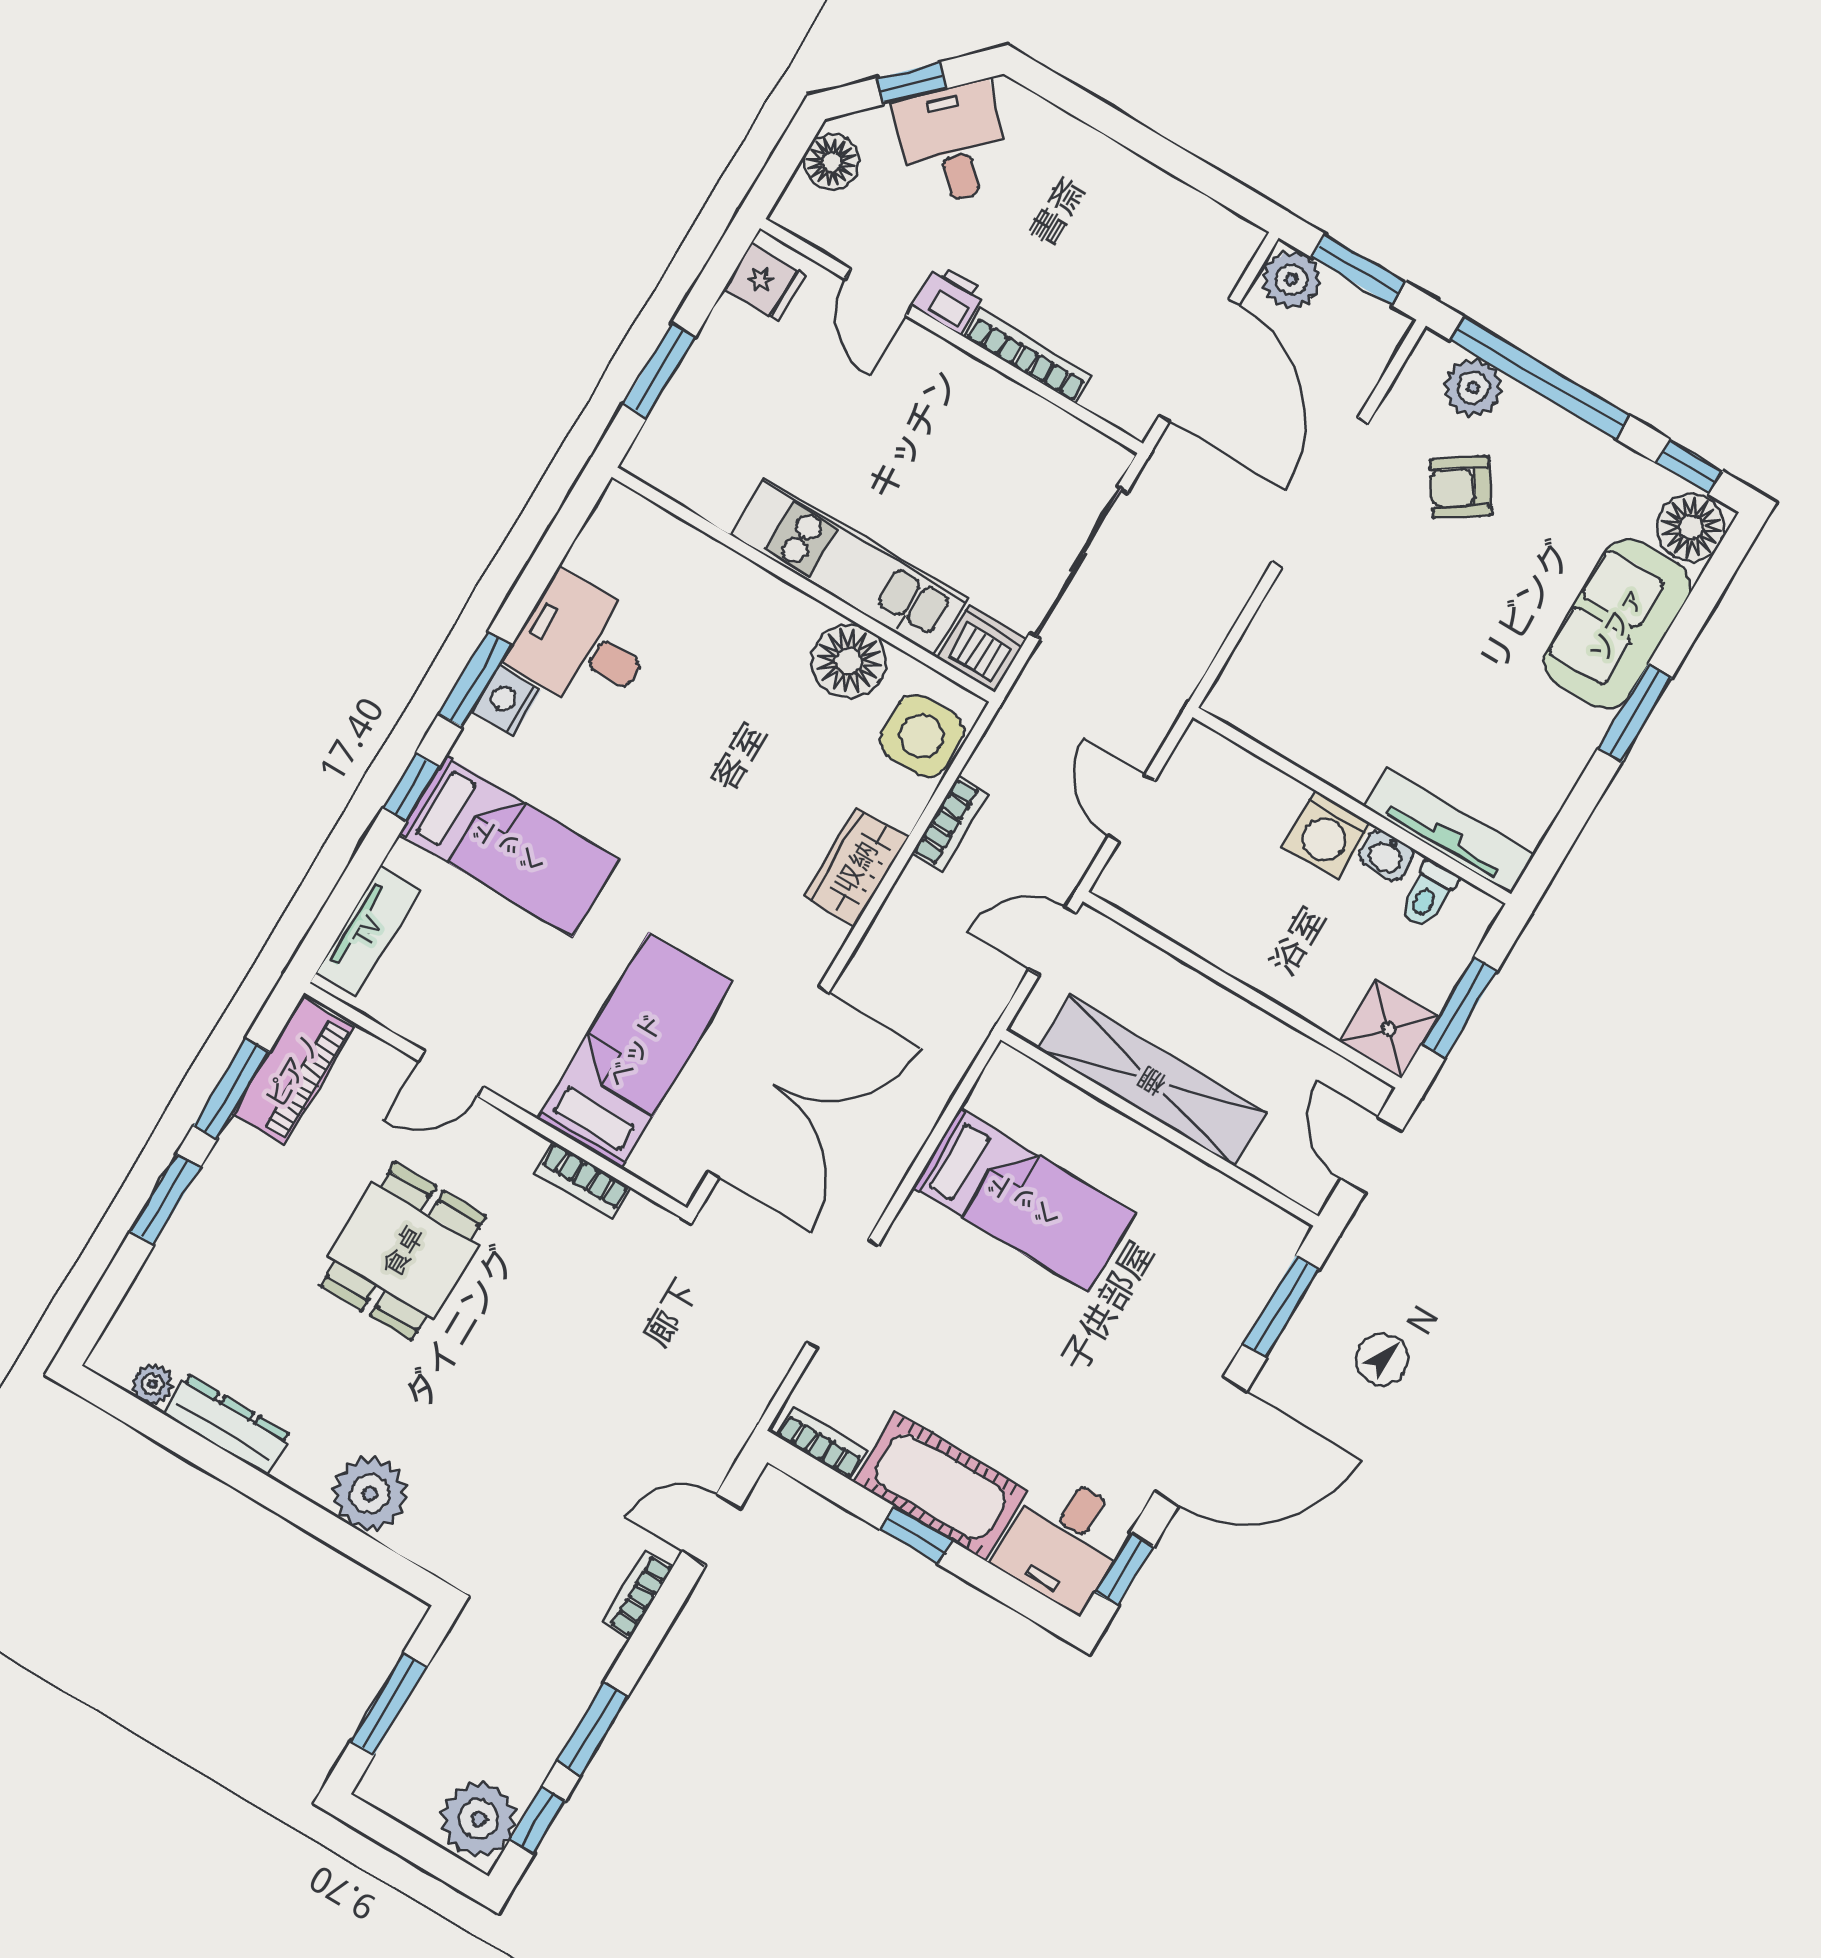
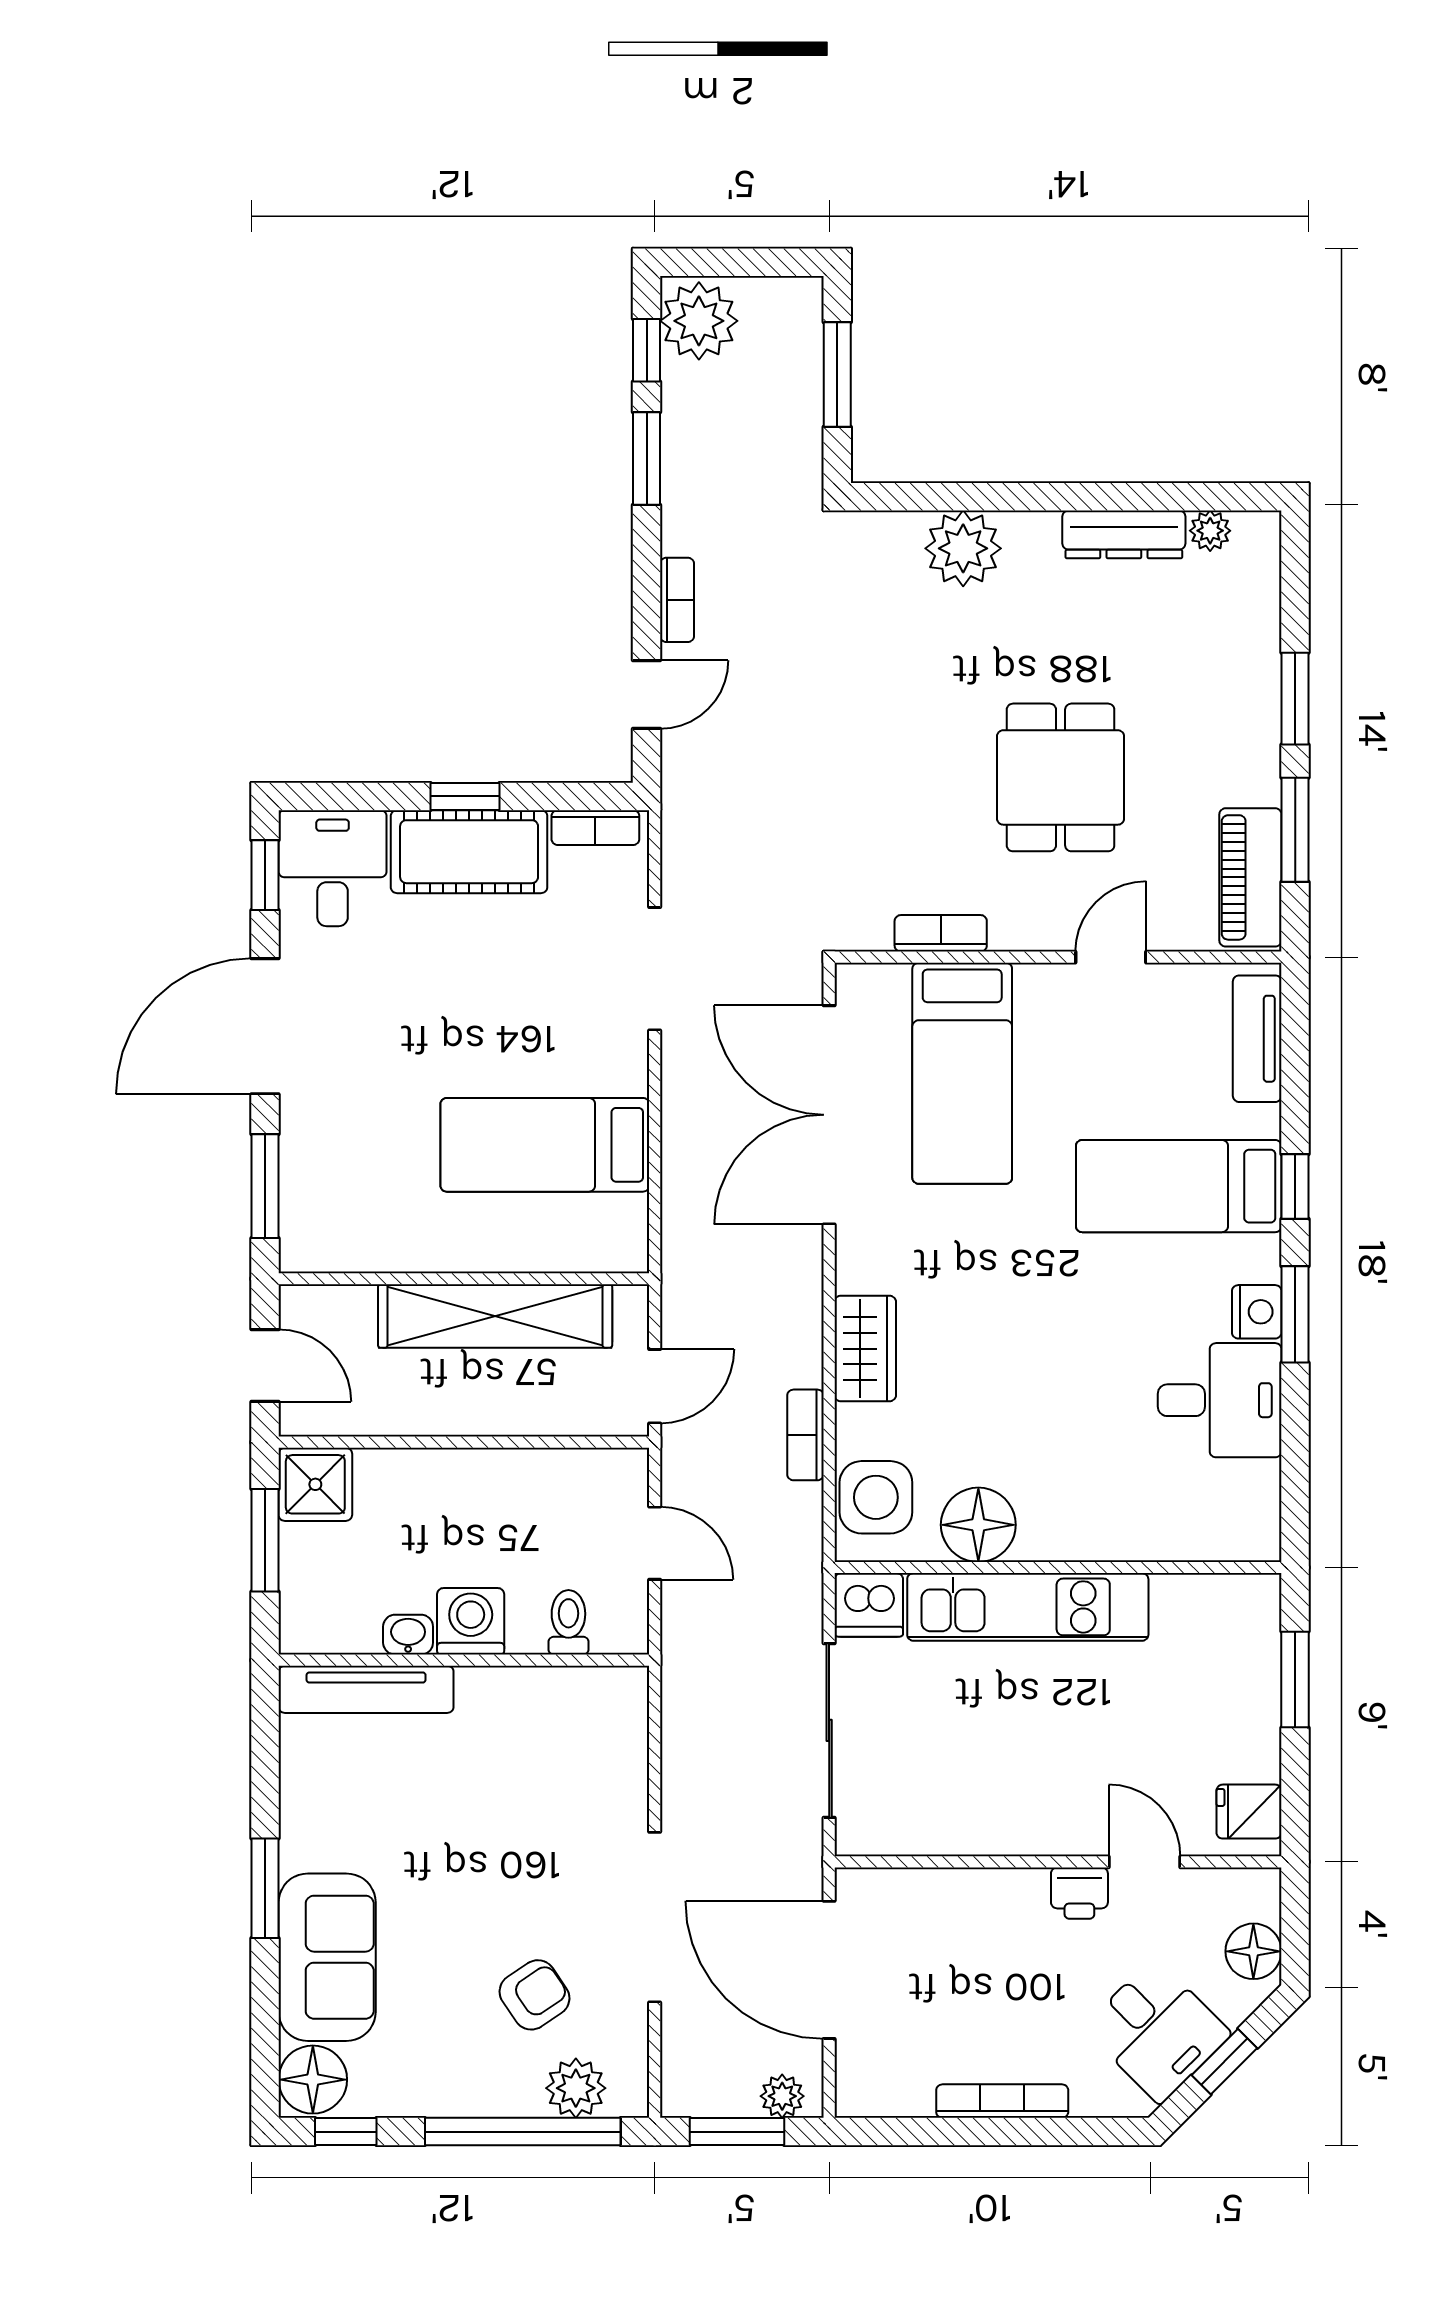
plant: (1292, 280) -> (782, 2096), width x0.73, depth x0.73
bookcase: (1028, 356) -> (1002, 2101), moved, turned 180
toilet: (1428, 894) -> (568, 1622), moved

